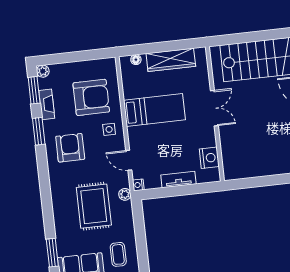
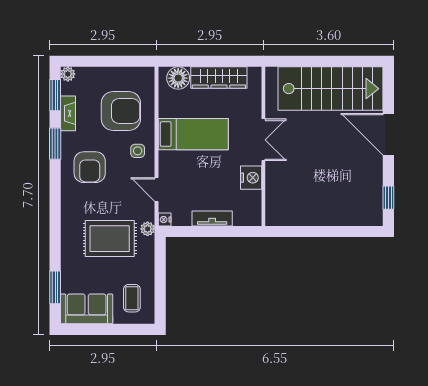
floor lamp: (136, 60) -> (178, 78), width x1.89, depth x1.89
armchair: (70, 148) -> (90, 167), turned 180
nightstand: (209, 158) -> (251, 178), moved
rug: (94, 206) -> (110, 239), turned 90

